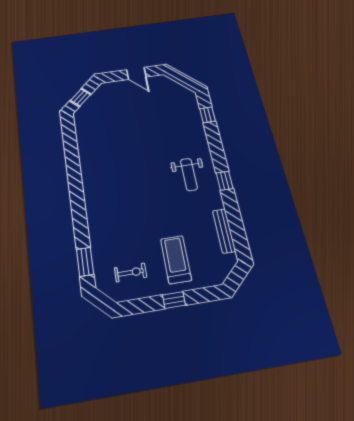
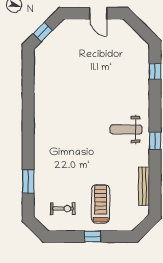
weight bench: (189, 174) -> (126, 129), turned 90
window: (85, 262) -> (28, 181), moved

